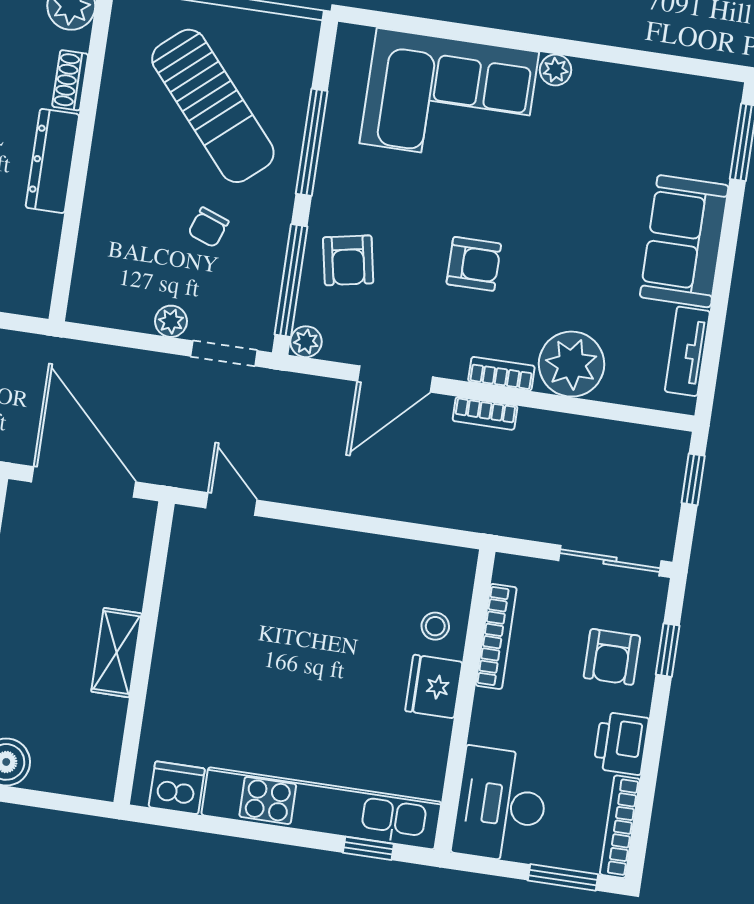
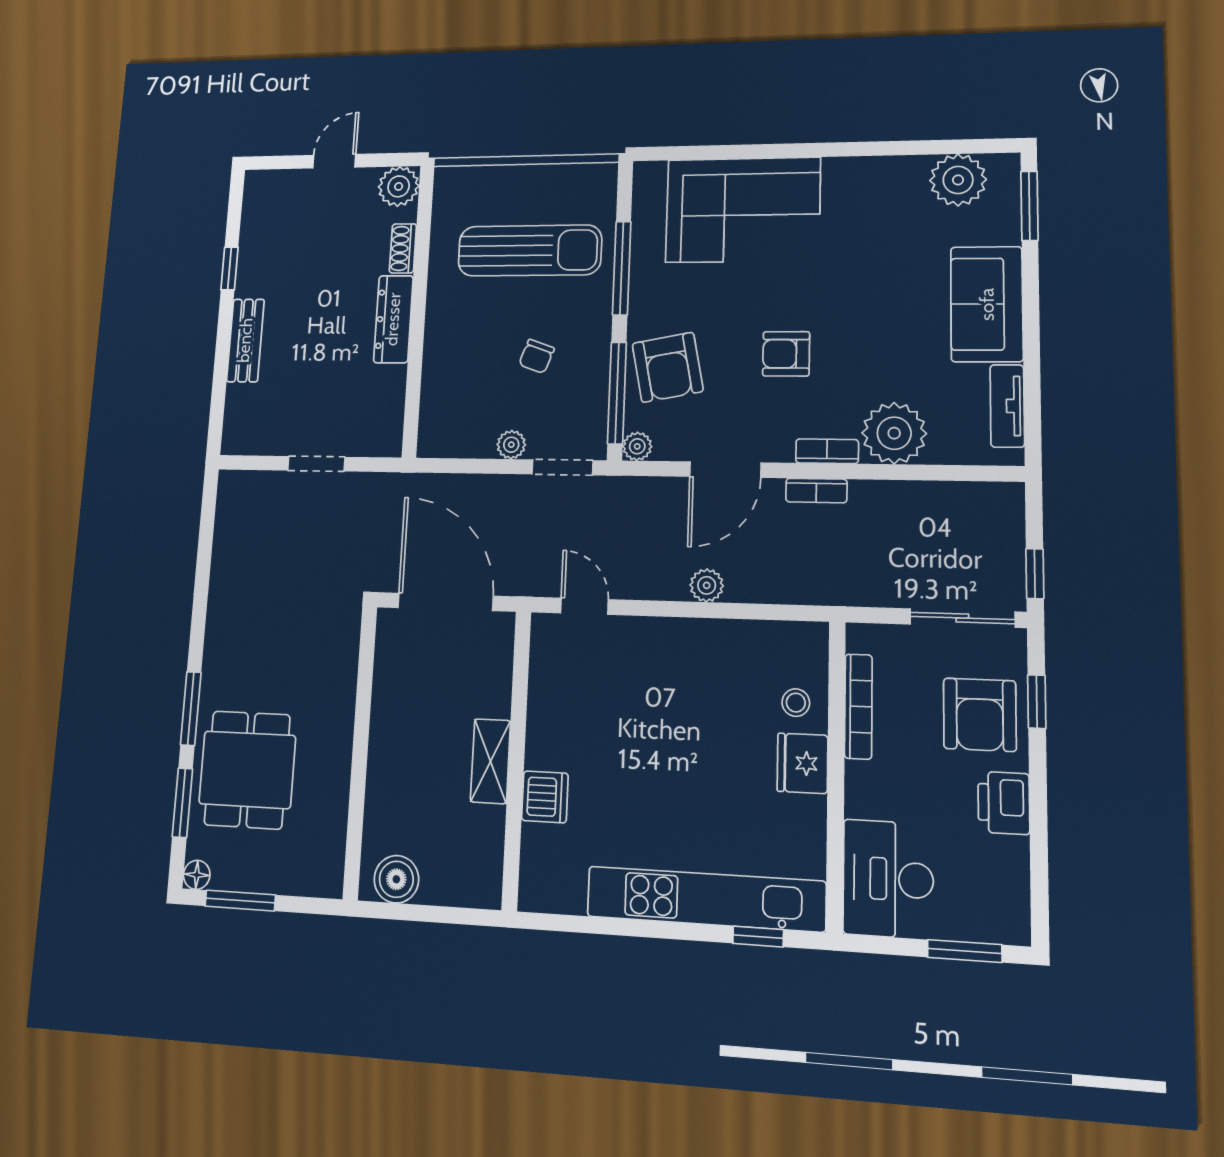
plant: (556, 70) -> (958, 180), moved, width x1.88, depth x1.88
sun lounger: (213, 106) -> (530, 250), turned -49
armchair: (348, 260) -> (668, 367), width x1.38, depth x1.38
armchair: (474, 264) -> (786, 354), turned 180
window: (693, 479) -> (1035, 574), moved
plant: (361, 498) -> (707, 585), added
armchair: (612, 657) -> (980, 715), width x1.38, depth x1.38
dishwasher: (177, 788) -> (545, 797), moved, turned 90
bookcase: (620, 827) -> (1017, 891), removed

